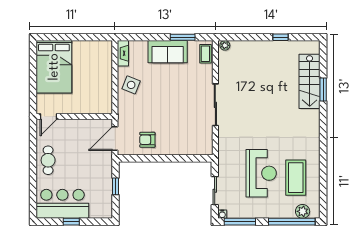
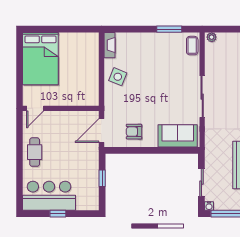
sofa: (168, 52) -> (178, 136), moved, turned 180

